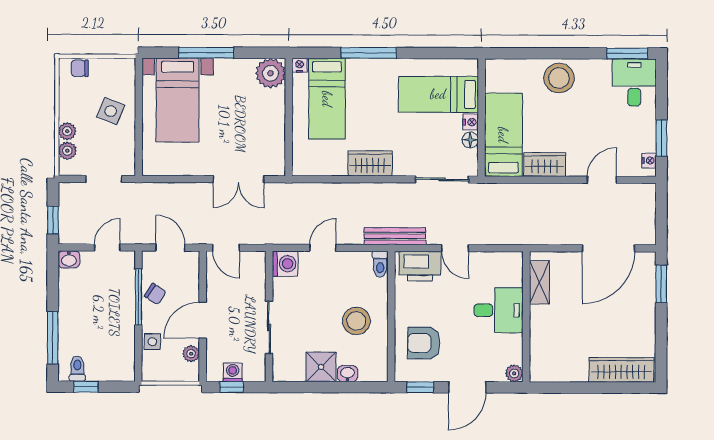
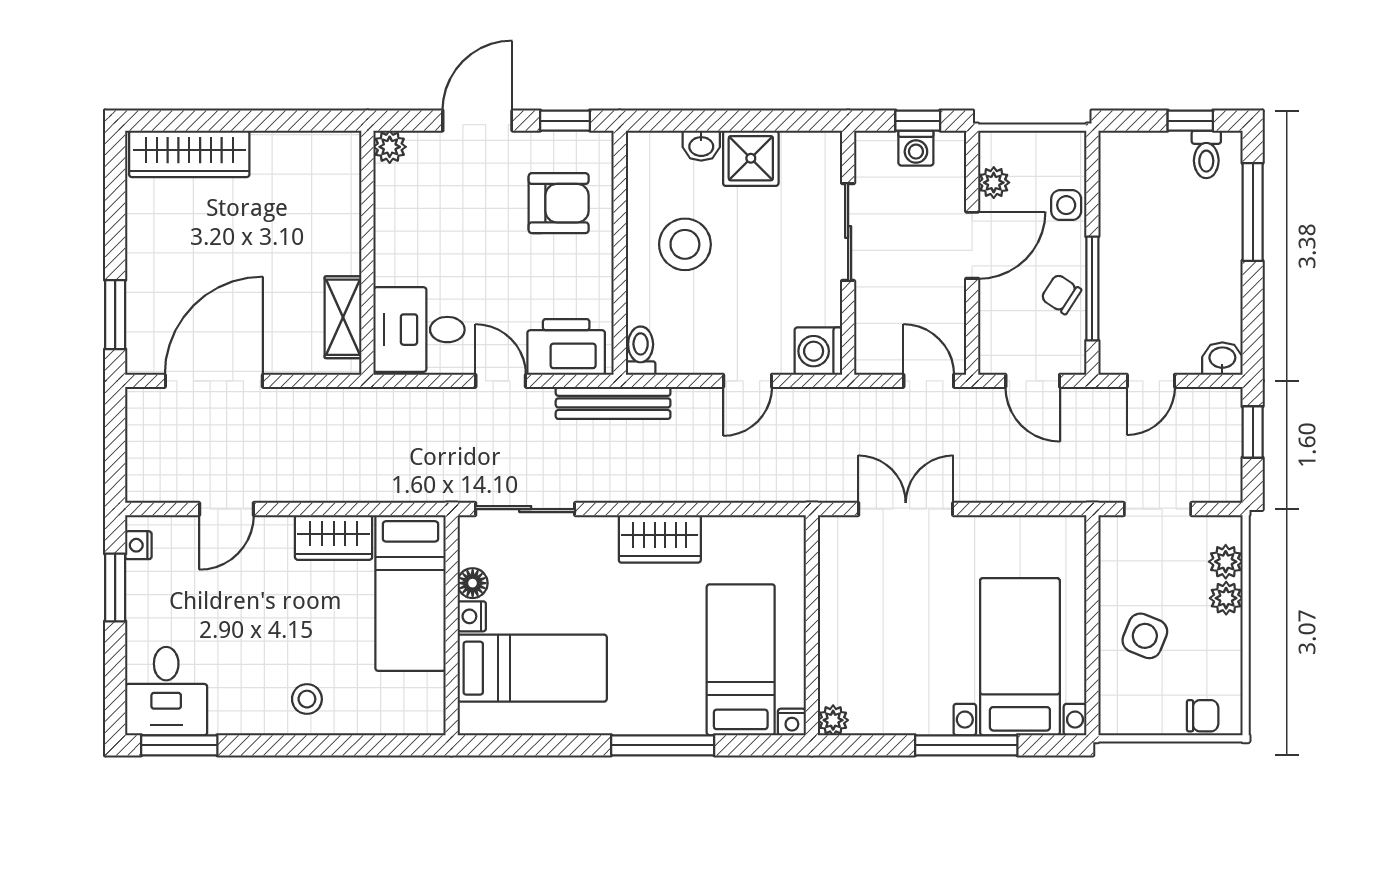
plant: (270, 73) -> (833, 720), width x0.53, depth x0.53
stool: (559, 78) -> (307, 699), width x0.53, depth x0.53
desk: (499, 310) -> (419, 330), moved

